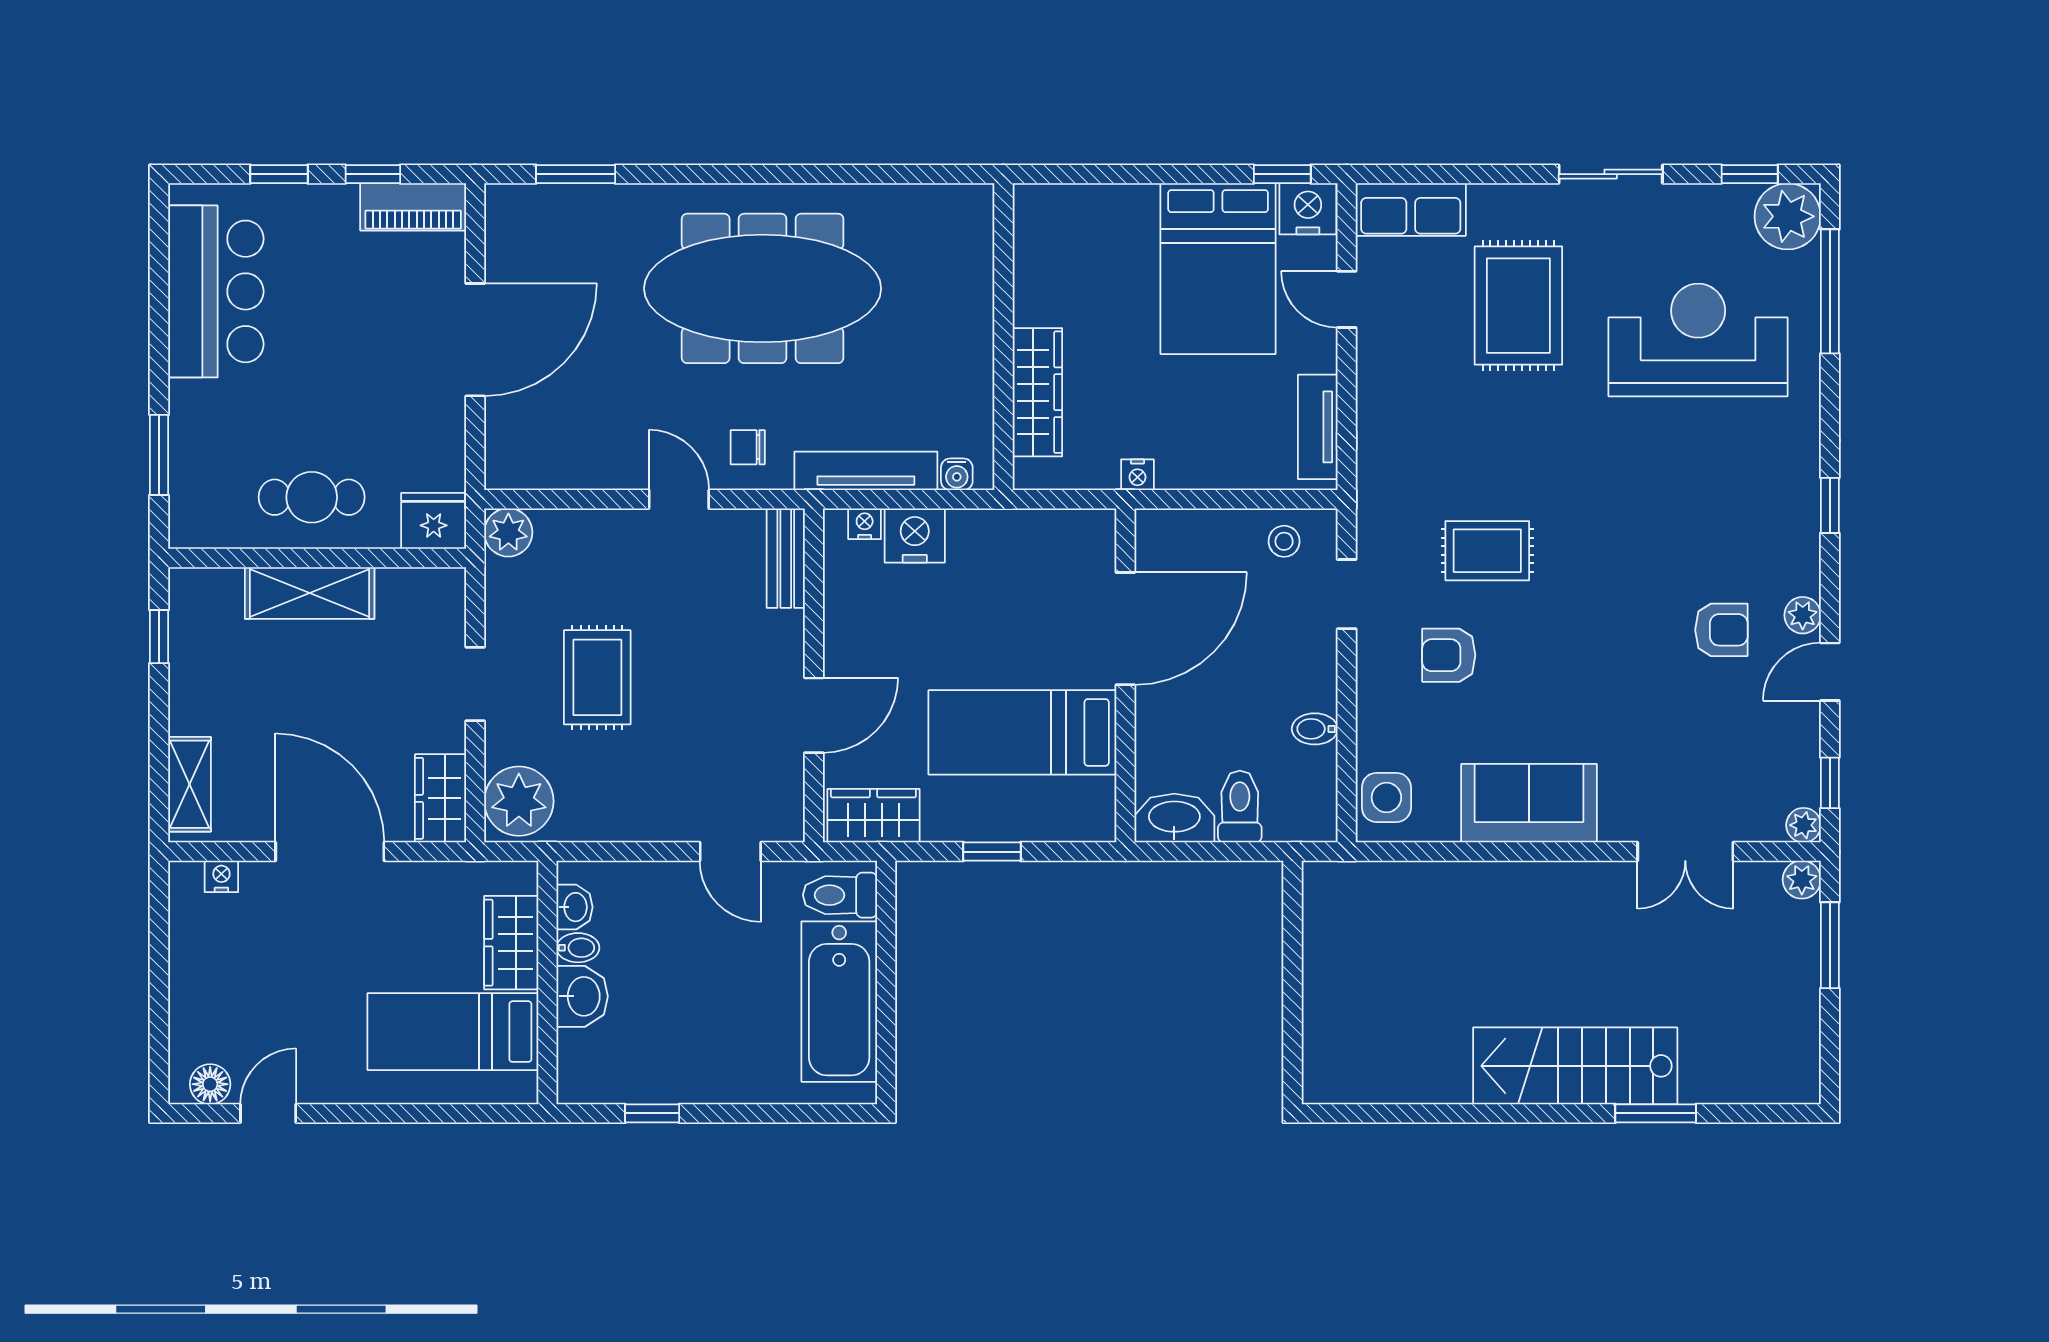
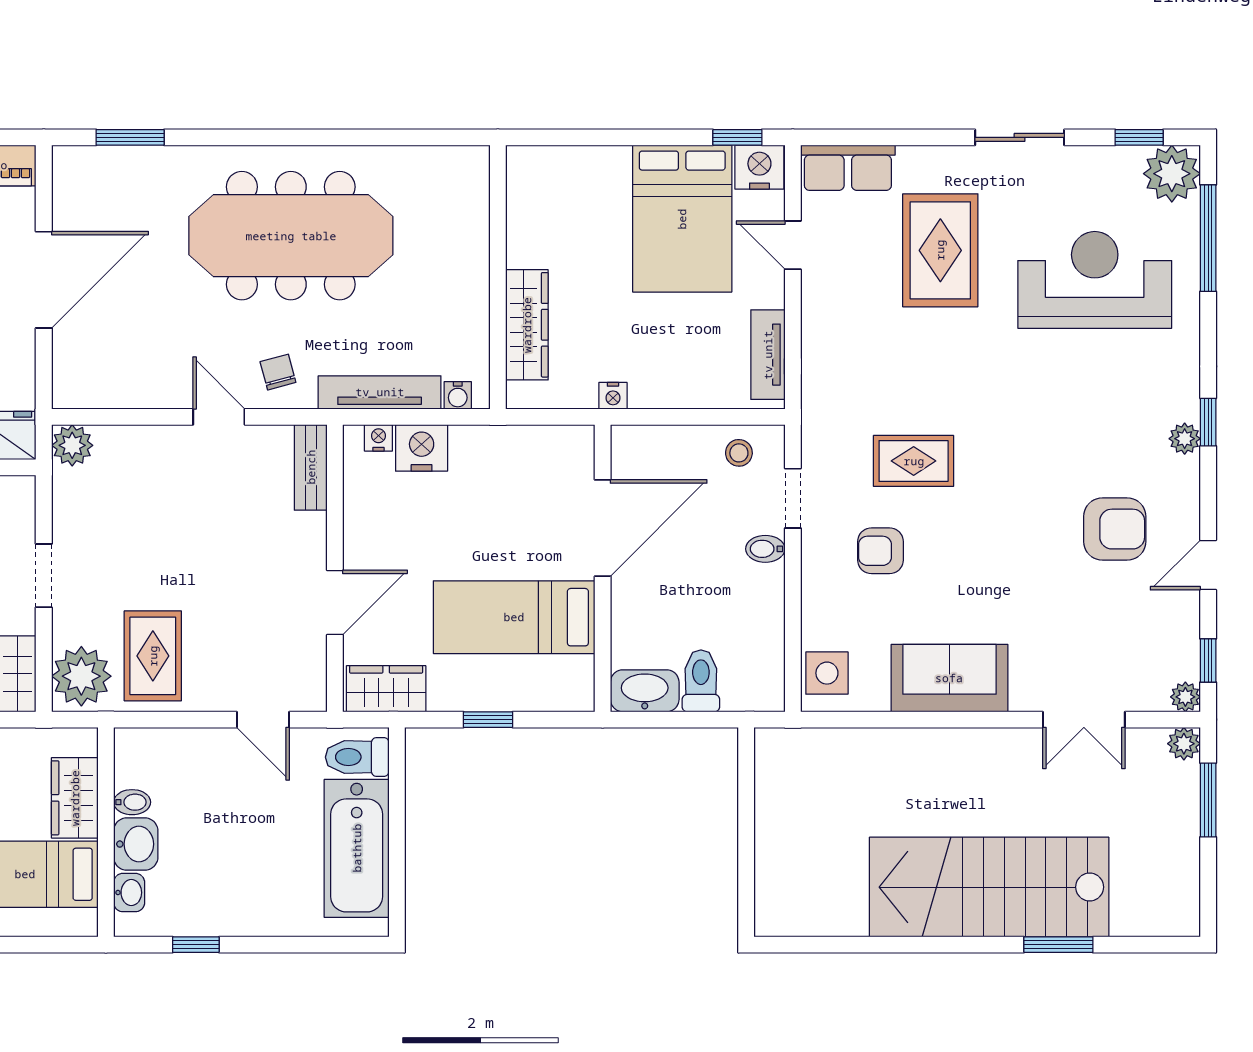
chair: (748, 447) -> (278, 372), turned 75
plant: (1803, 615) -> (1185, 439), moved
armchair: (1721, 630) -> (1115, 529), width x1.38, depth x1.38
rug: (597, 677) -> (153, 656), moved
bidet: (1315, 729) -> (765, 549), moved
washbasin: (574, 907) -> (129, 893), moved
stairs: (1575, 1066) -> (989, 887), width x1.36, depth x1.51

